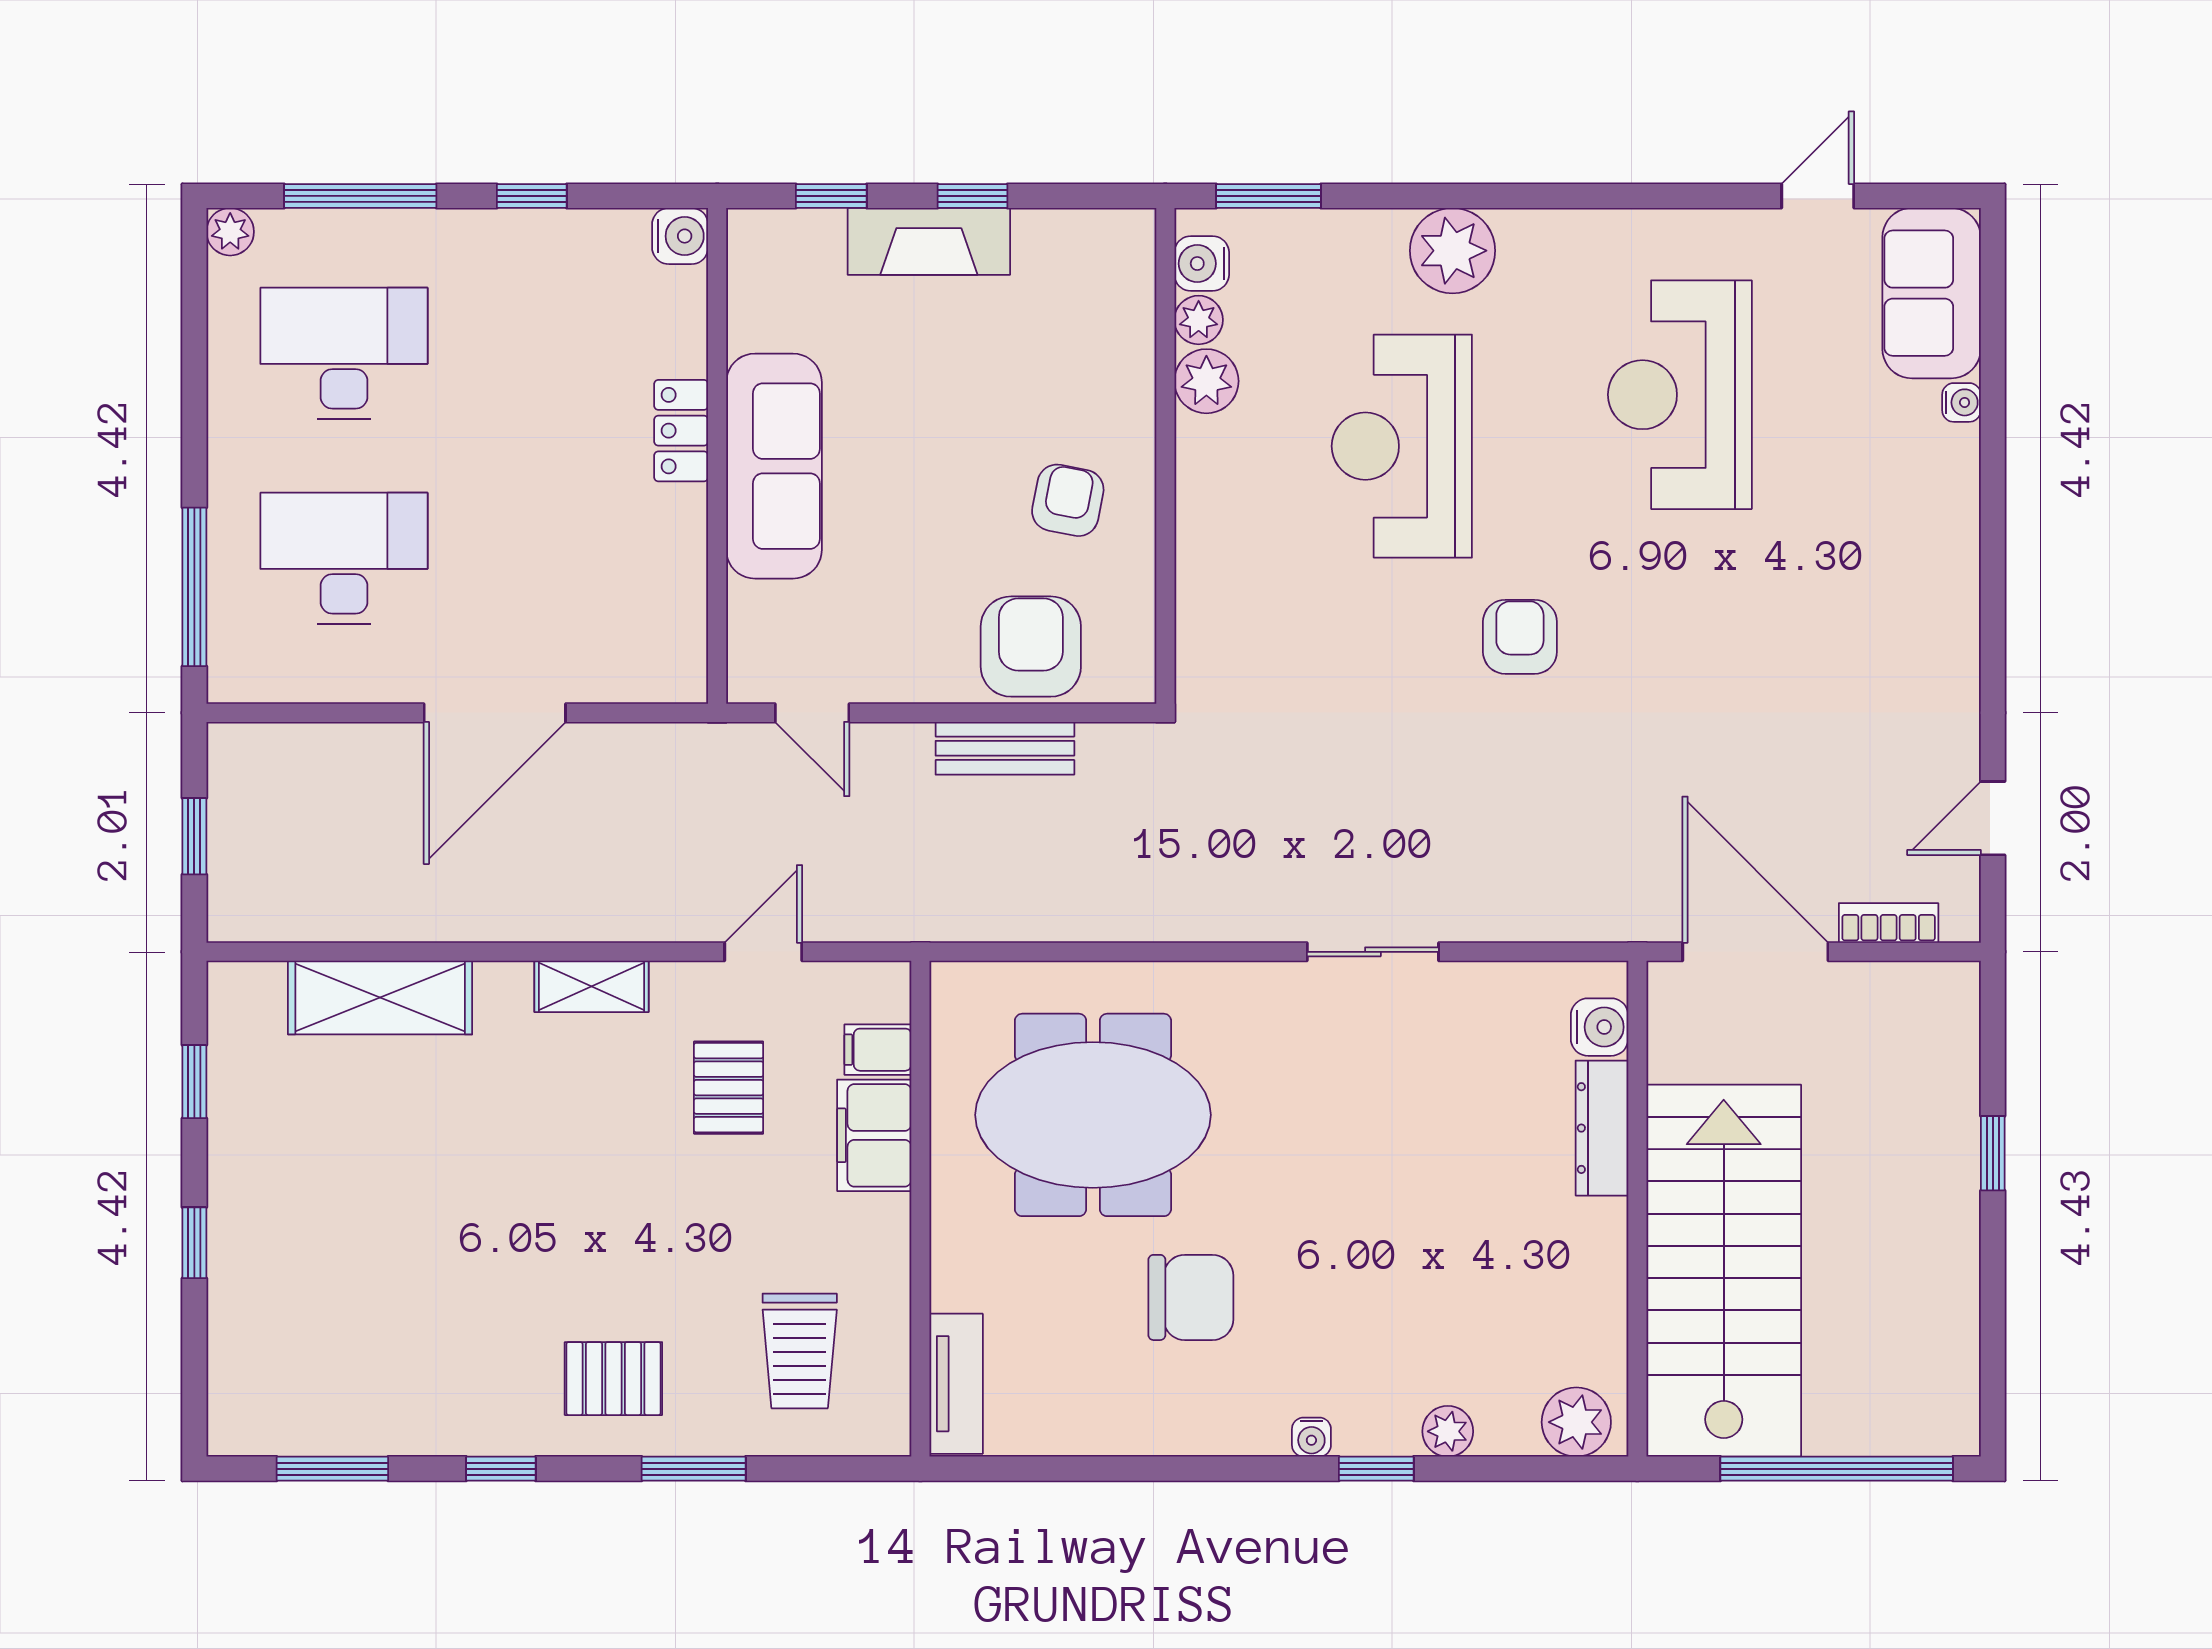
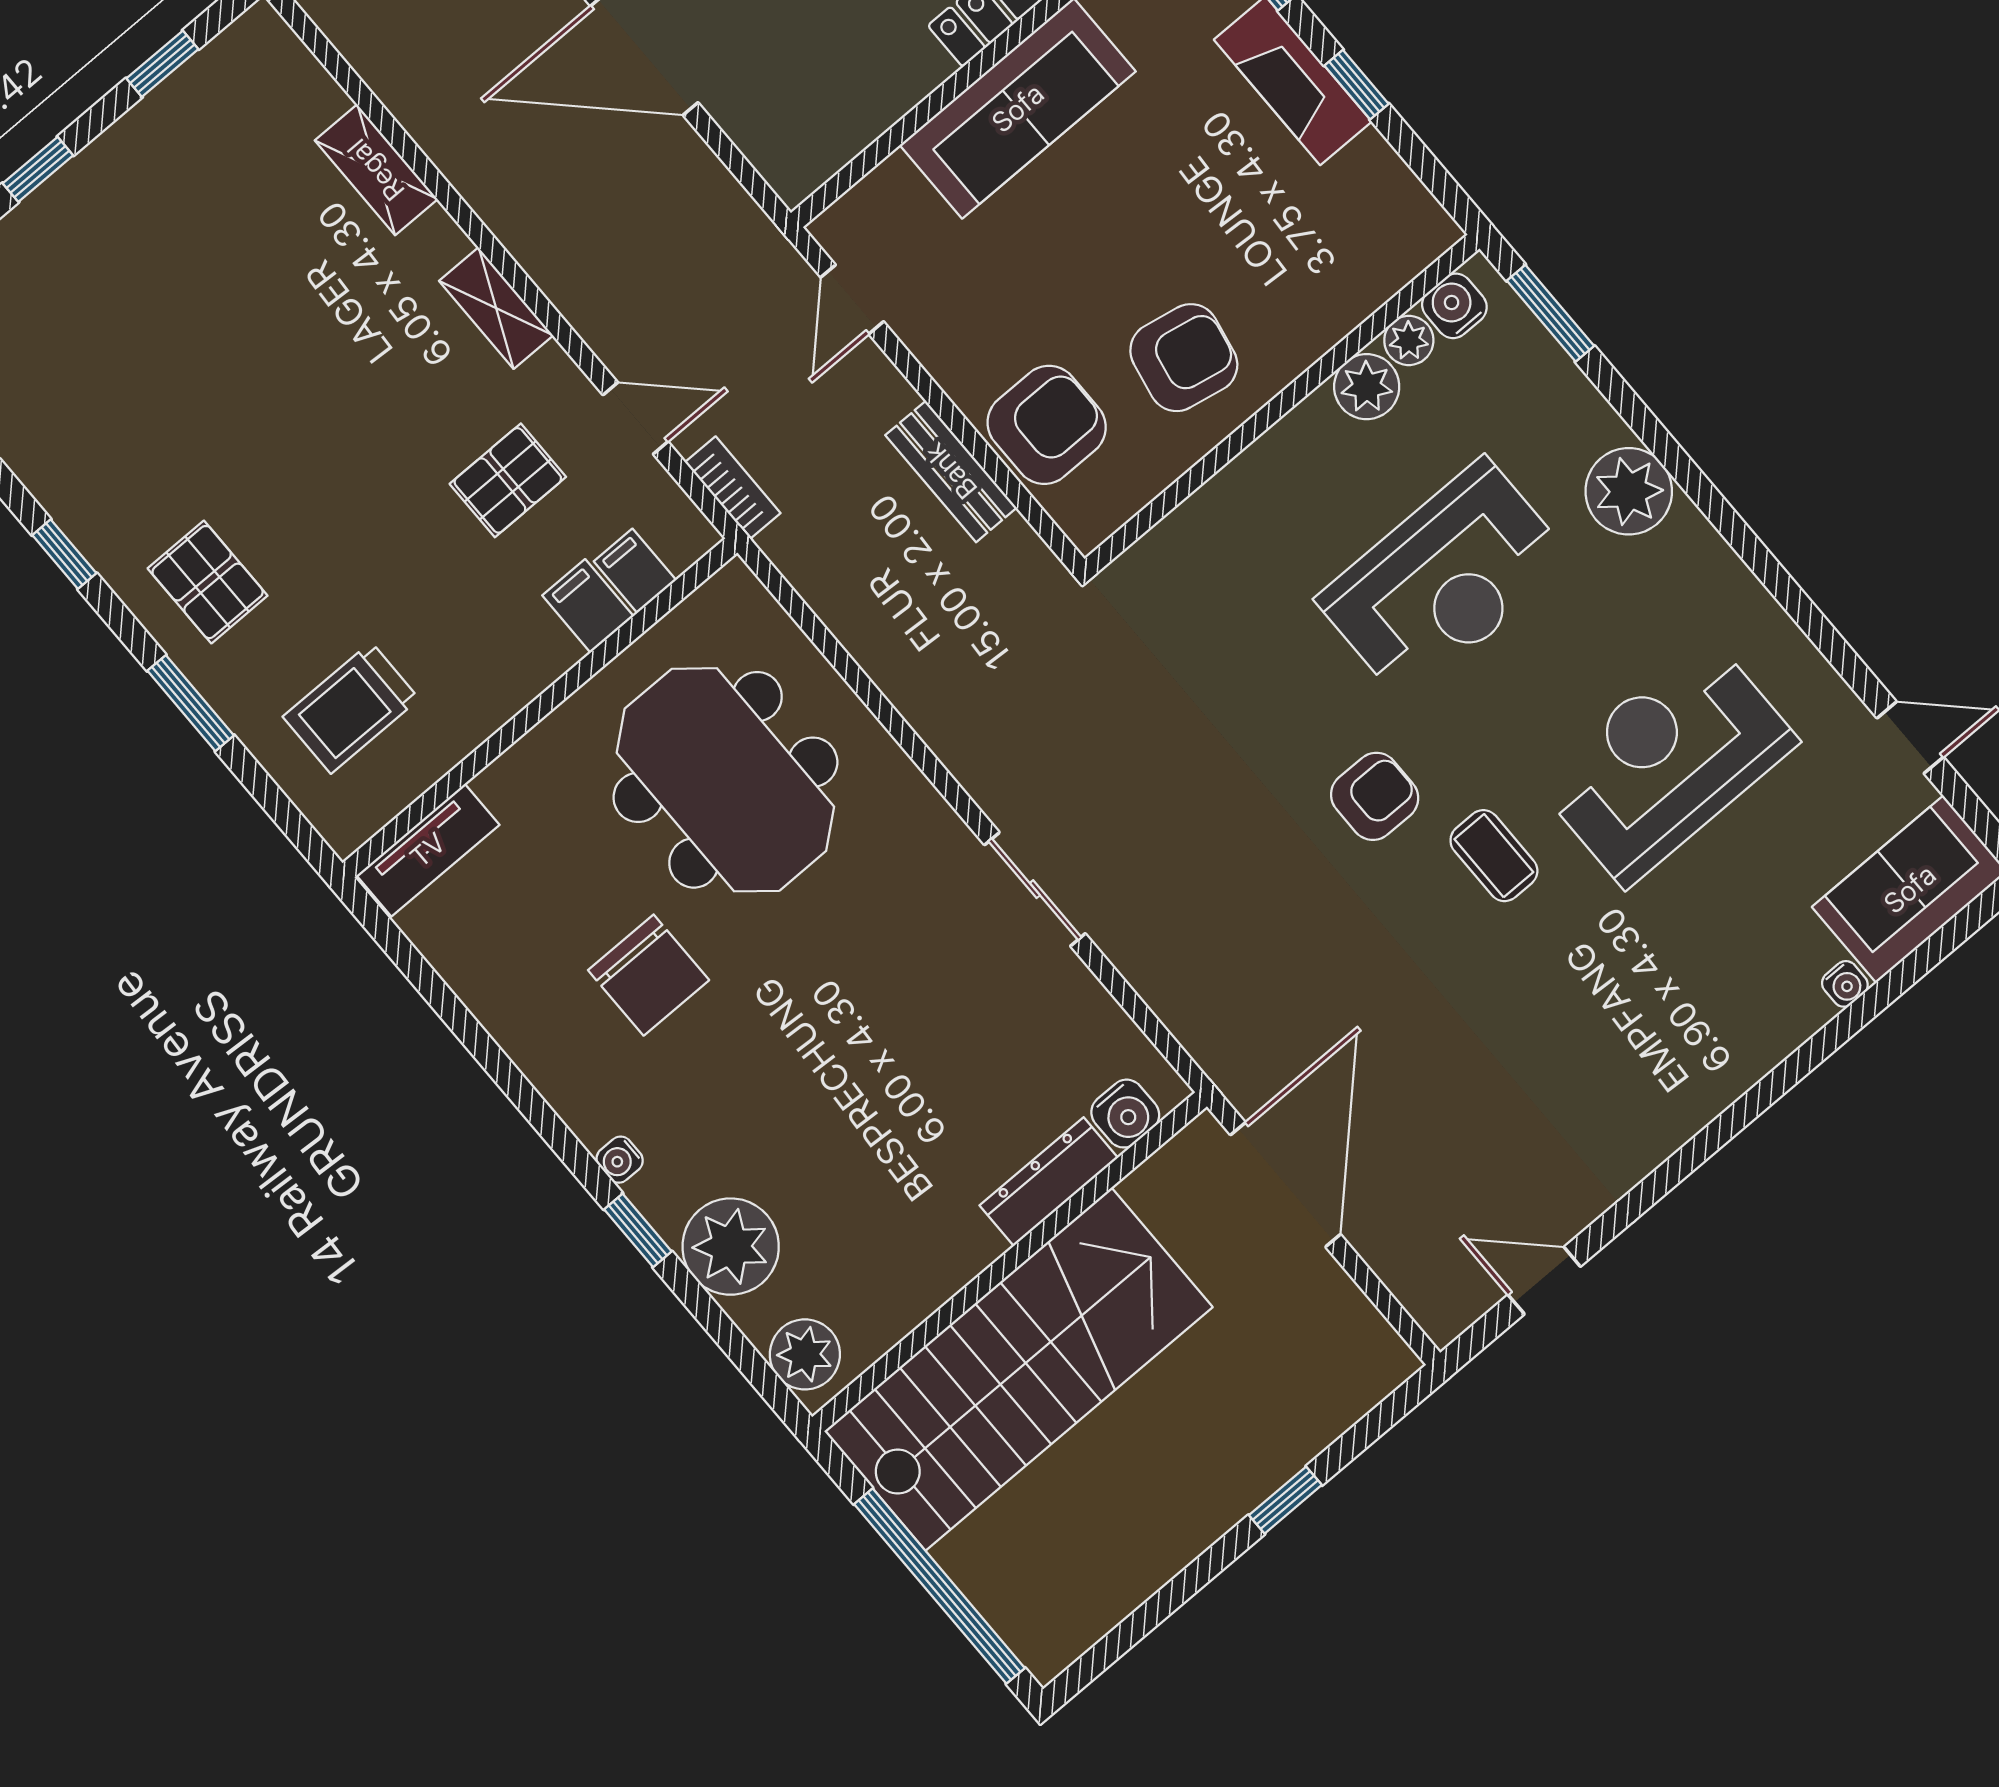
reception desk: (1402, 446) -> (1444, 580), turned 180
armchair: (1068, 500) -> (1184, 358), width x1.38, depth x1.38
coffee table: (1641, 585) -> (1494, 856), added
bookcase: (1889, 923) -> (733, 488), moved
shelving: (380, 998) -> (376, 170), width x0.67, depth x0.75
filing cabinet: (874, 1135) -> (588, 606), width x0.50
plant: (1448, 1431) -> (731, 1247), width x1.88, depth x1.88

